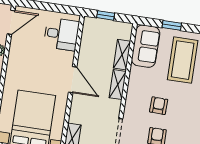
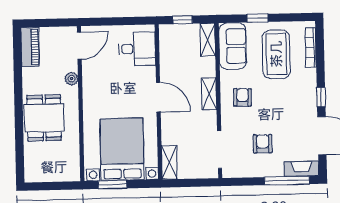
shelving: (122, 55) -> (208, 40), moved
armchair: (159, 106) -> (242, 97), moved

